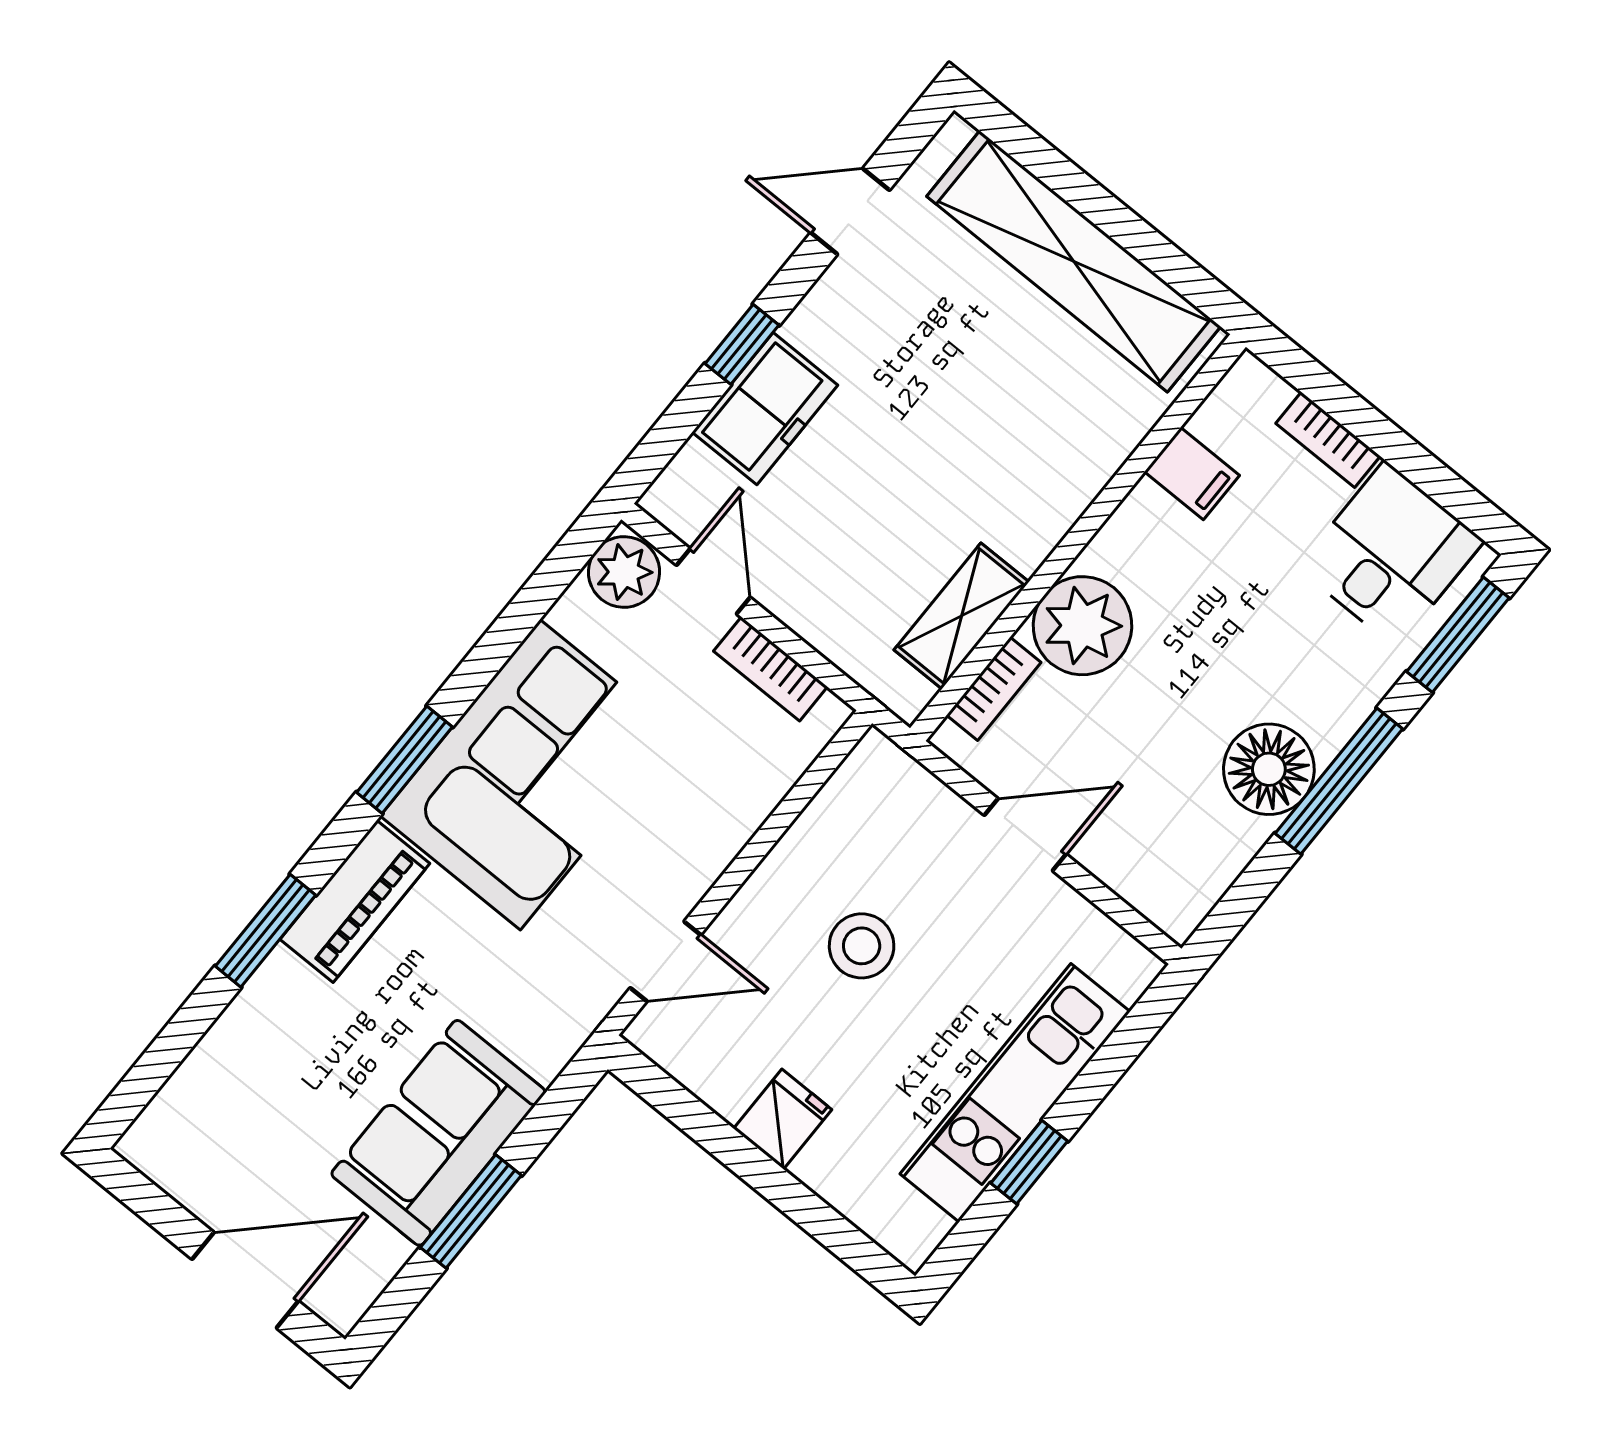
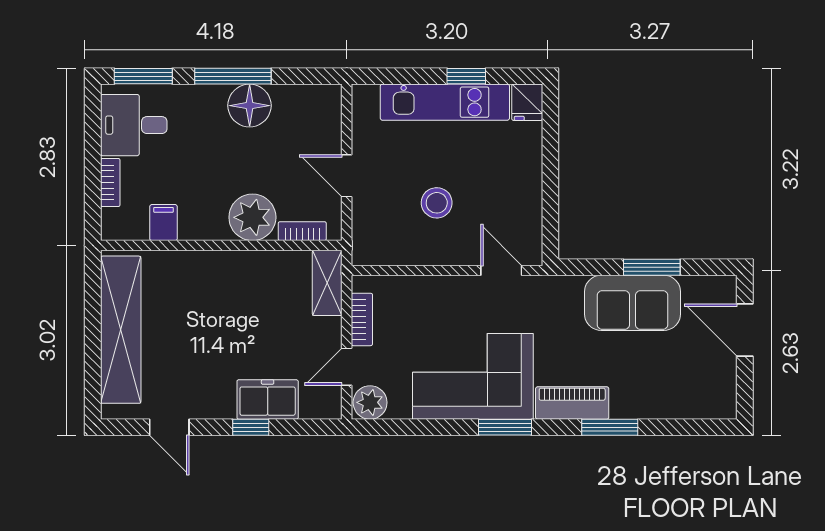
shelving: (961, 616) -> (327, 283), moved, turned 90
fridge: (783, 1119) -> (527, 102), moved, turned -90

